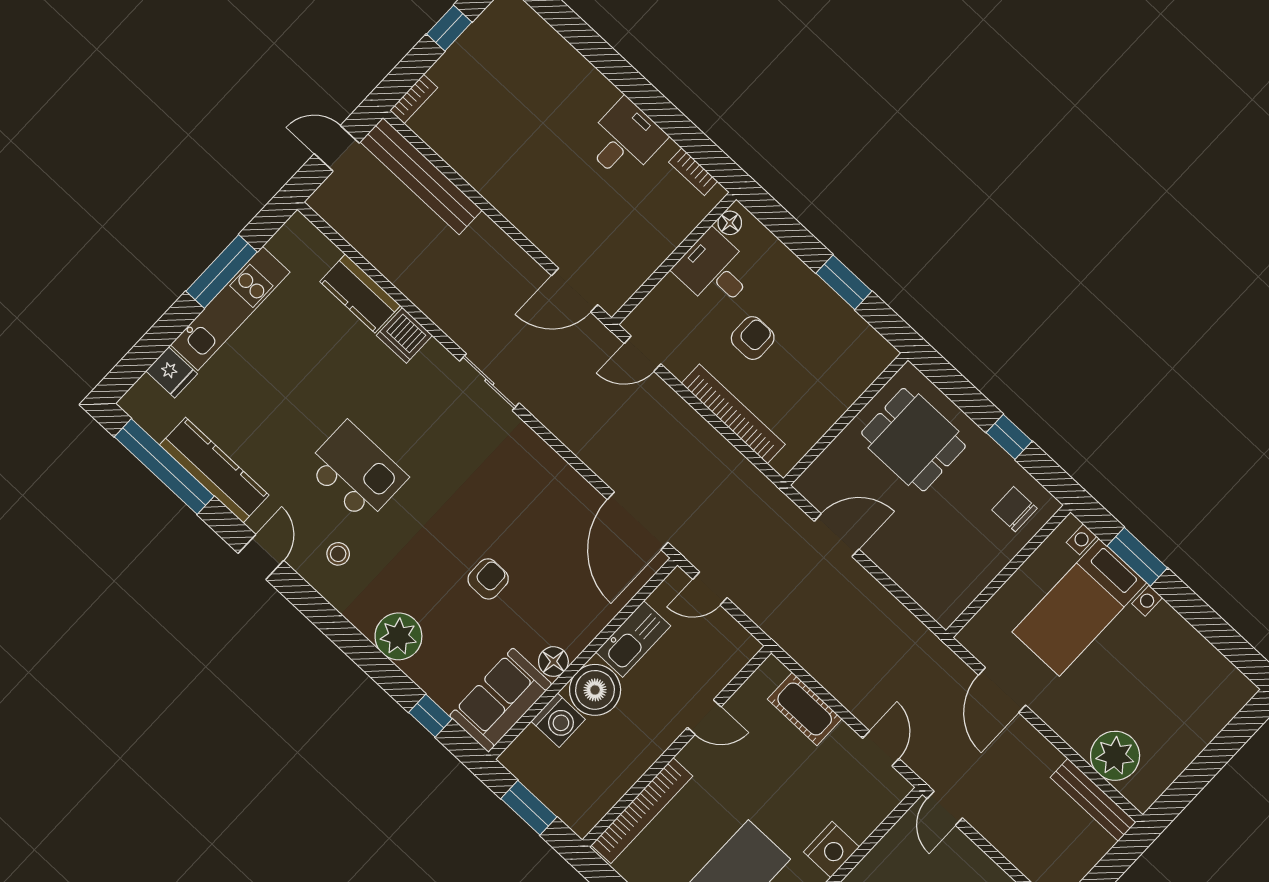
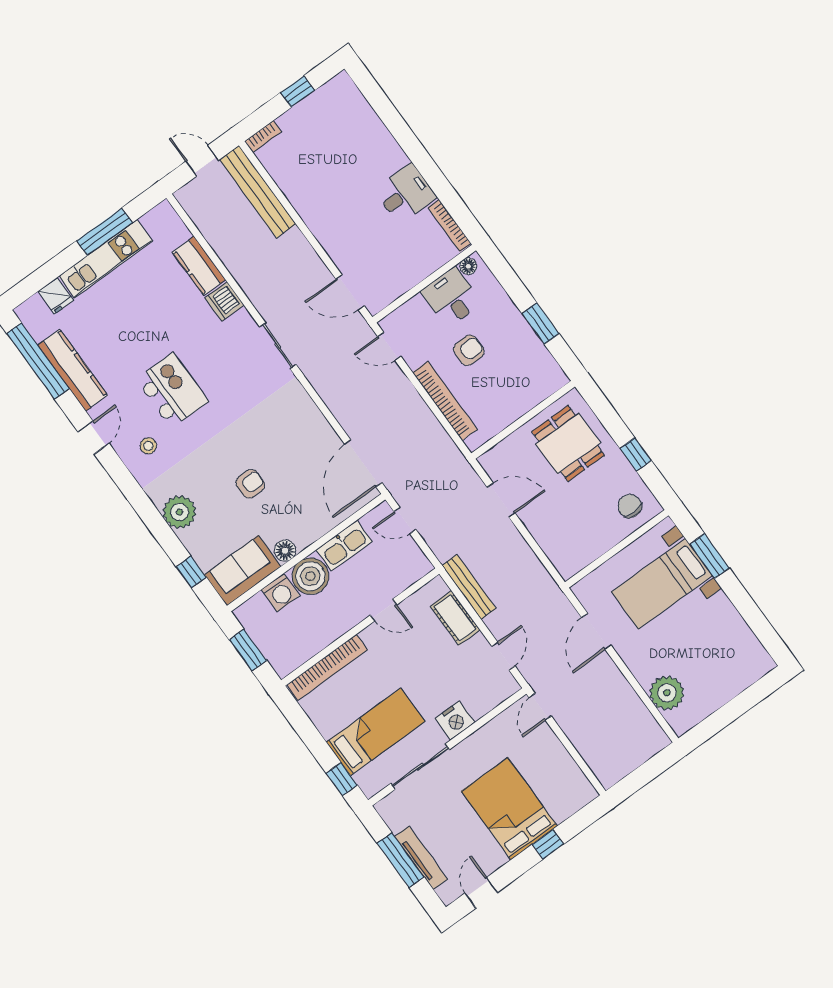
bookcase: (693, 172) -> (449, 225), width x1.56
bench: (1093, 800) -> (469, 587), moved

